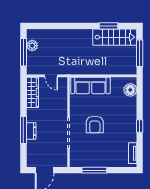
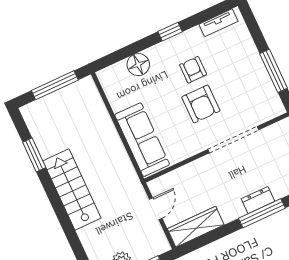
stairs: (115, 37) -> (72, 189), moved
floor lamp: (130, 90) -> (138, 65), moved
armchair: (95, 125) -> (201, 104), turned 90
armchair: (114, 129) -> (193, 70), added

